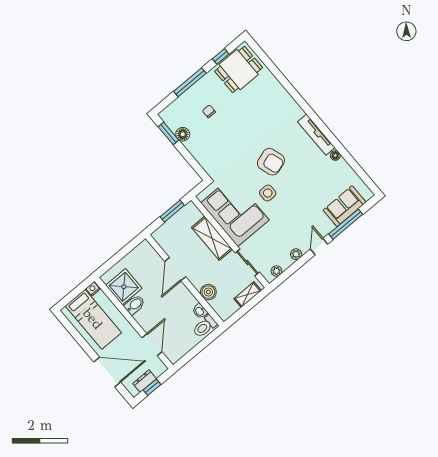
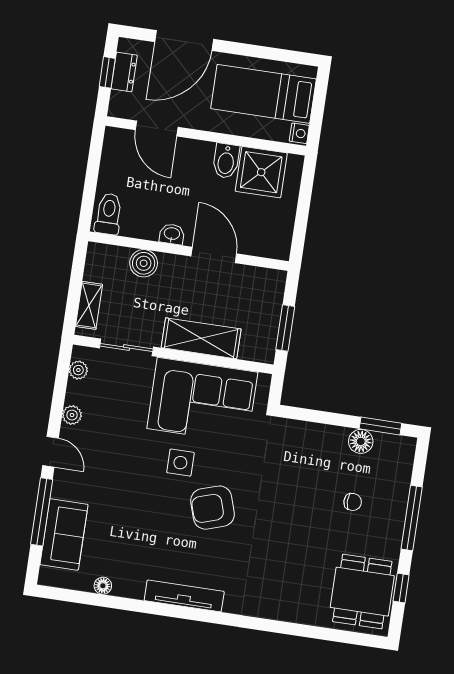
floor lamp: (335, 155) -> (103, 586), moved
washbasin: (200, 311) -> (172, 234), moved

